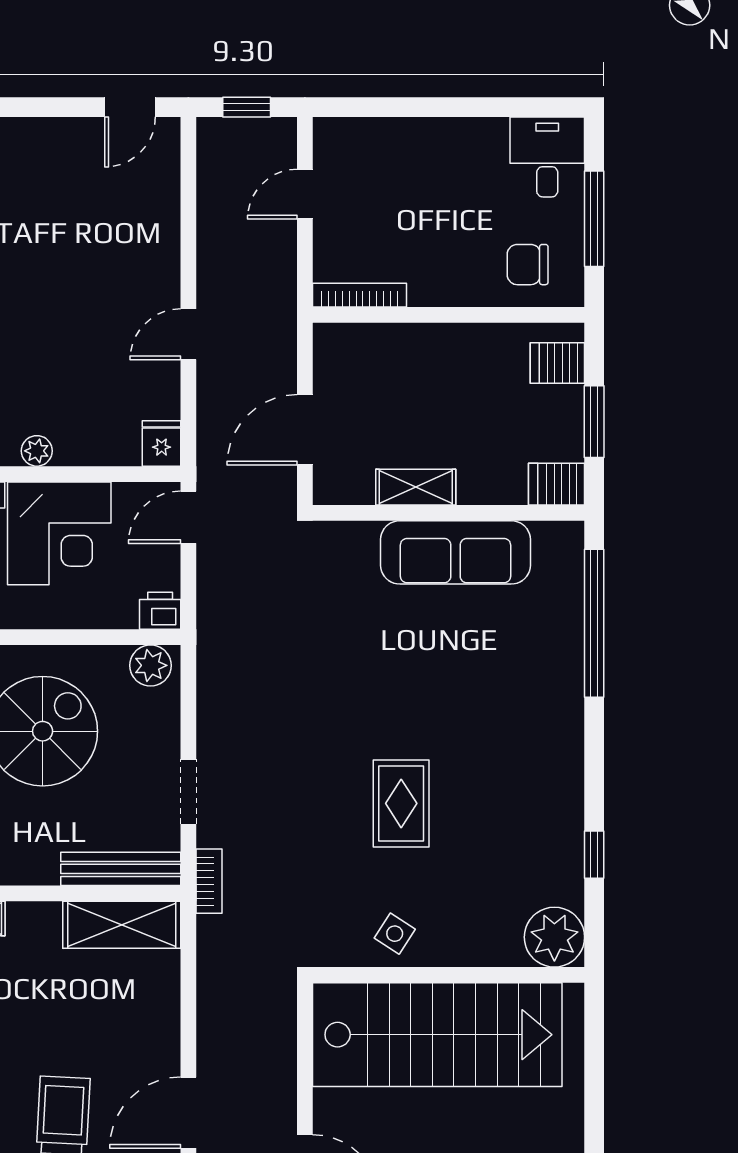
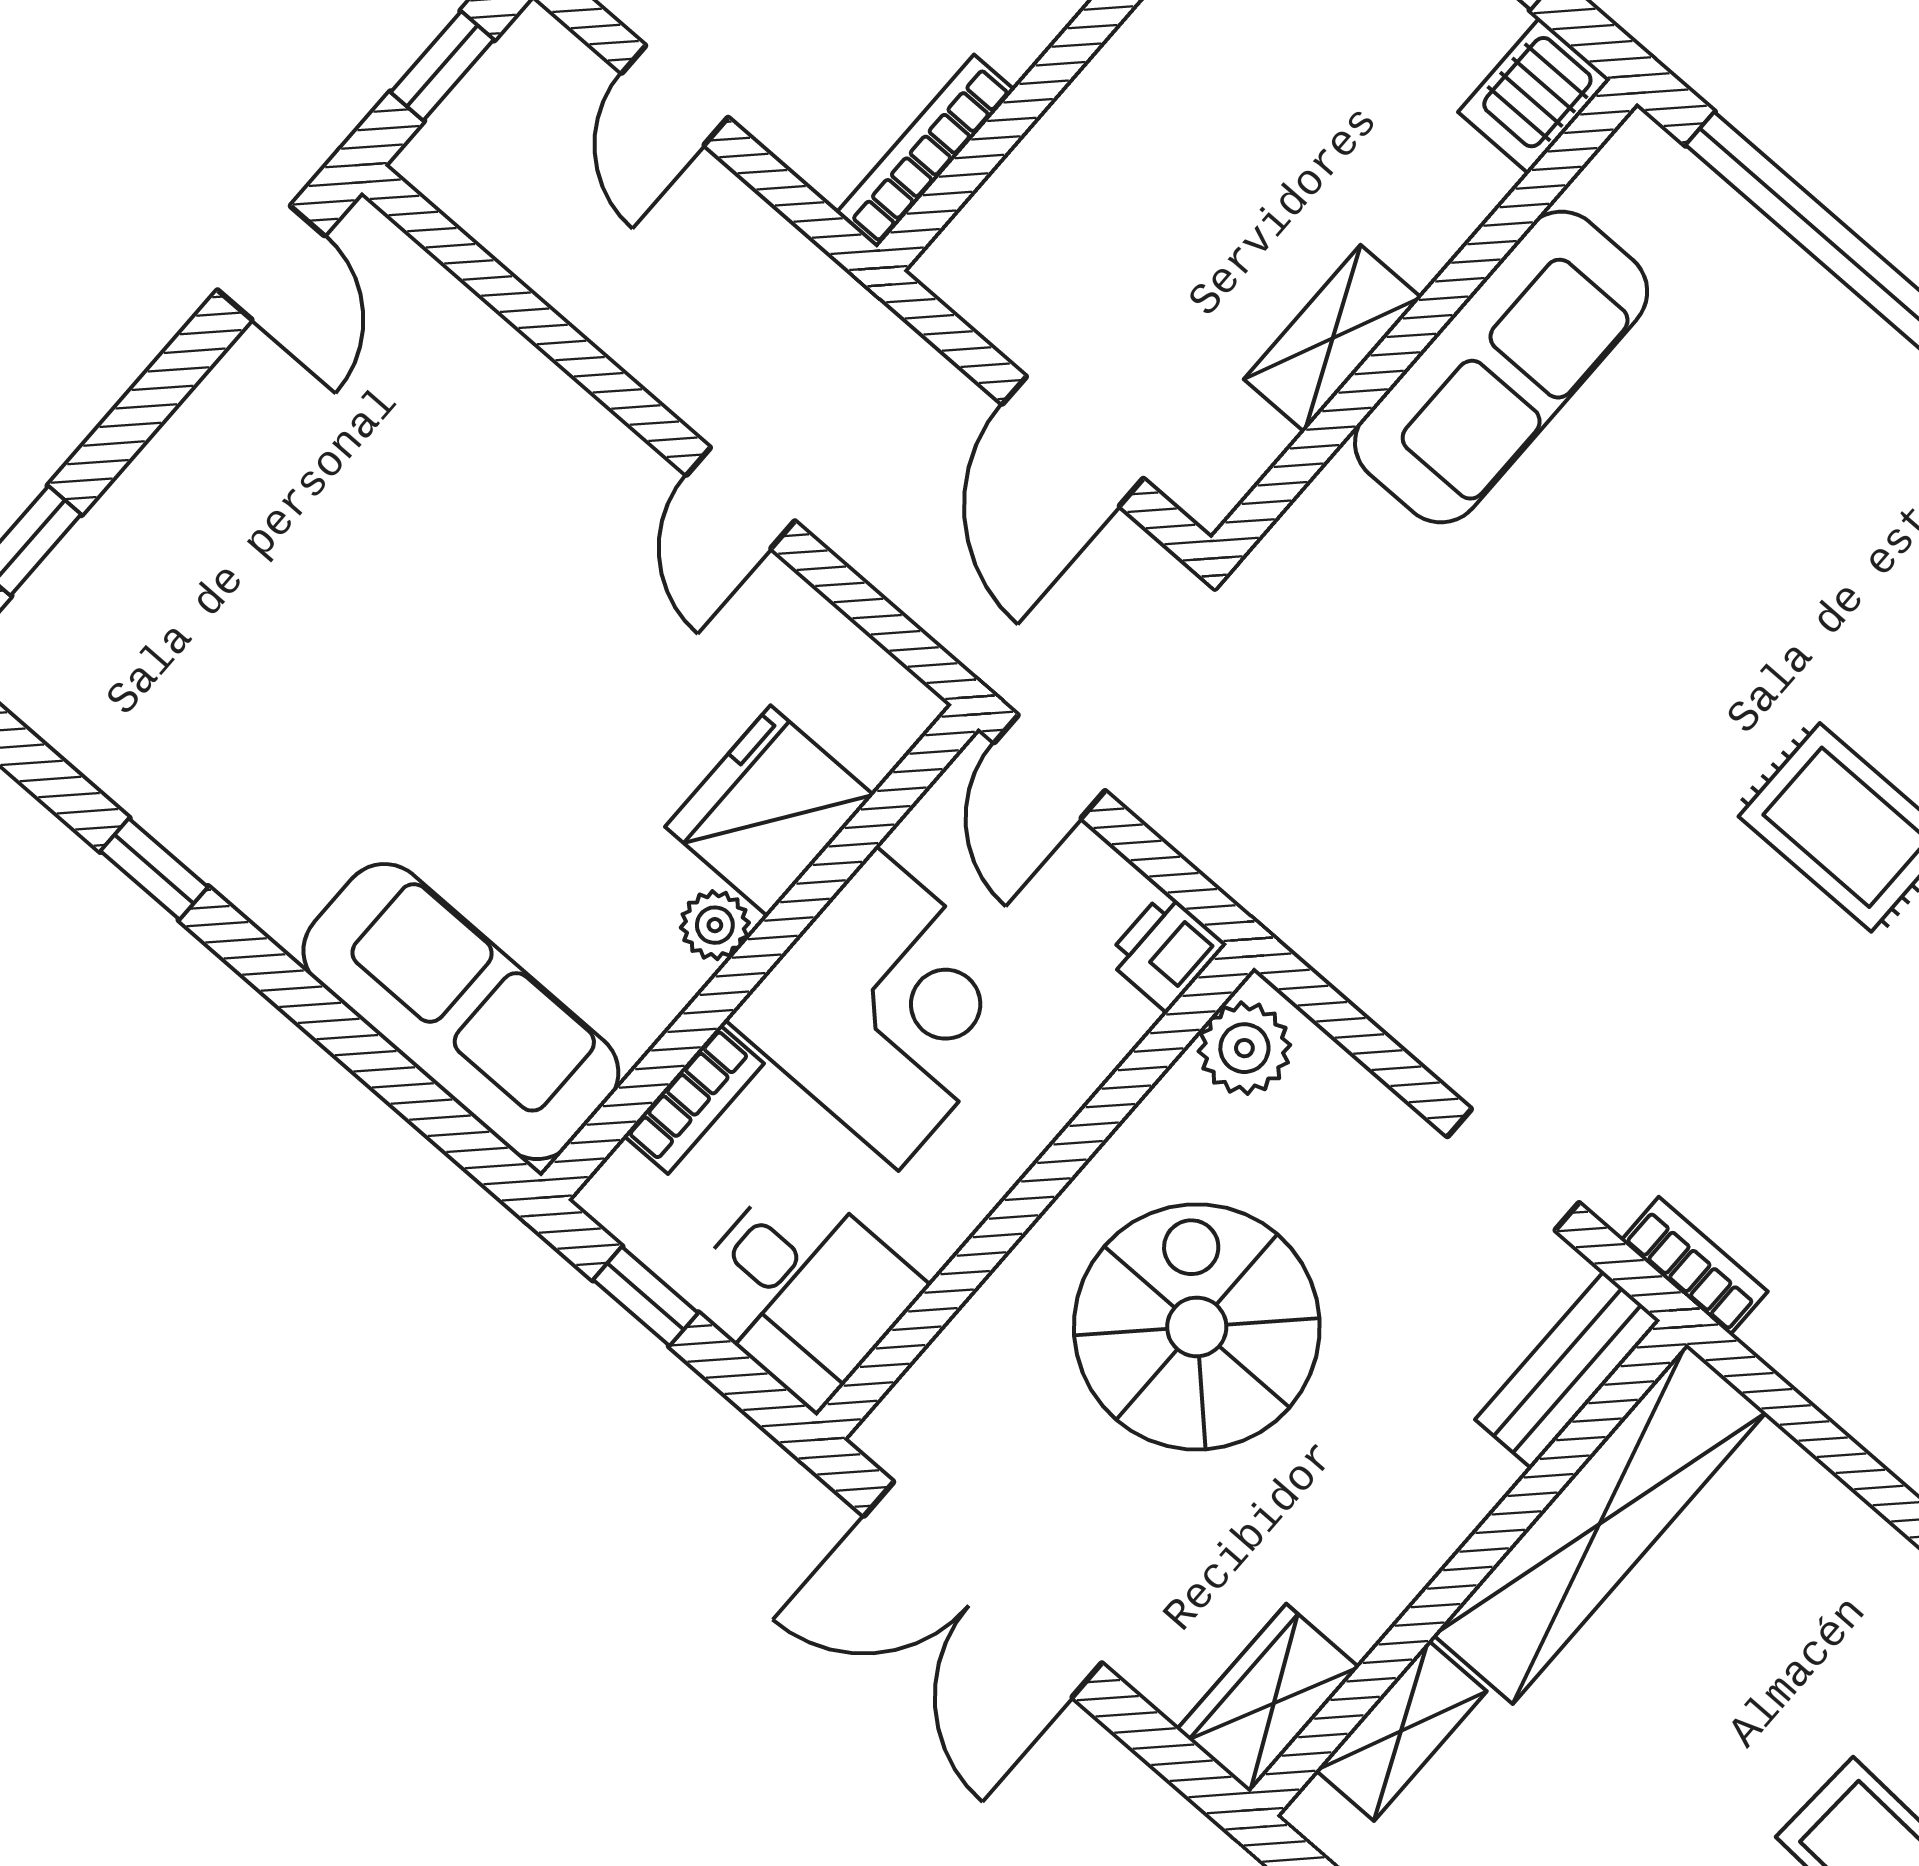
fridge: (162, 443) -> (769, 811), moved, width x1.88, depth x1.34
bench: (121, 869) -> (1568, 1370), width x0.73
shelving: (122, 925) -> (1600, 1524), width x1.47

